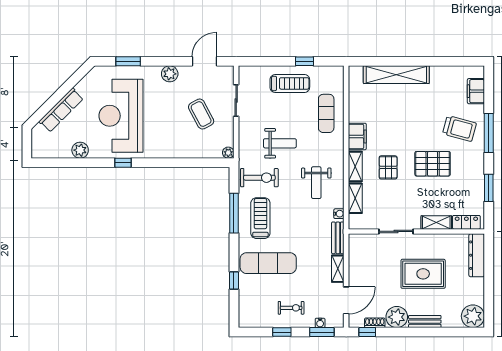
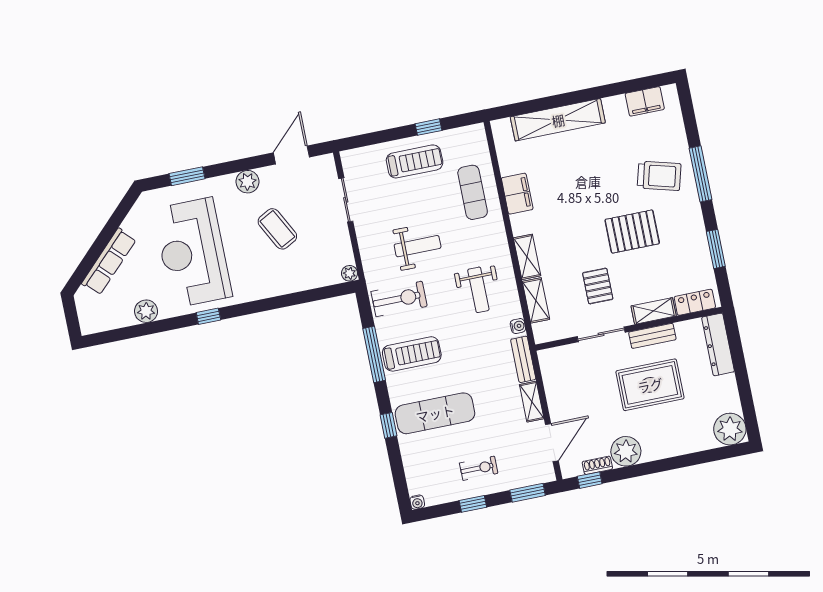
filing cabinet: (476, 91) -> (645, 101), moved, turned -90
coffee table: (201, 114) -> (277, 229), moved
filing cabinet: (357, 136) -> (517, 194), moved
pallet: (388, 167) -> (598, 286), moved
treadmill: (260, 218) -> (412, 354), turned 90
window: (234, 280) -> (389, 425), moved
bench: (425, 322) -> (652, 336), moved
water cooler: (320, 323) -> (417, 502), moved

